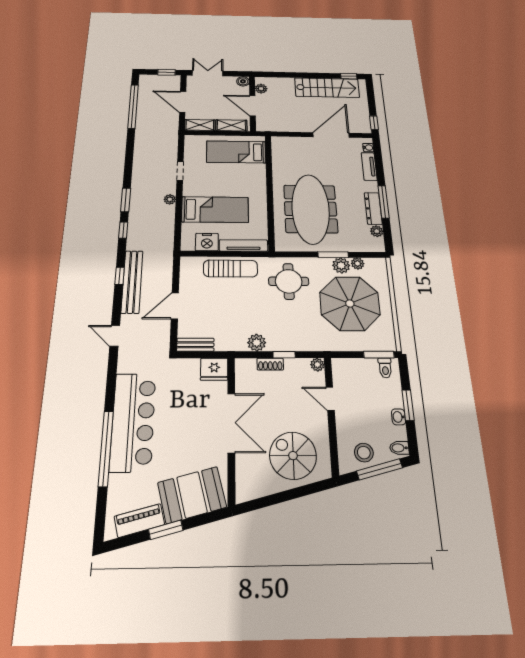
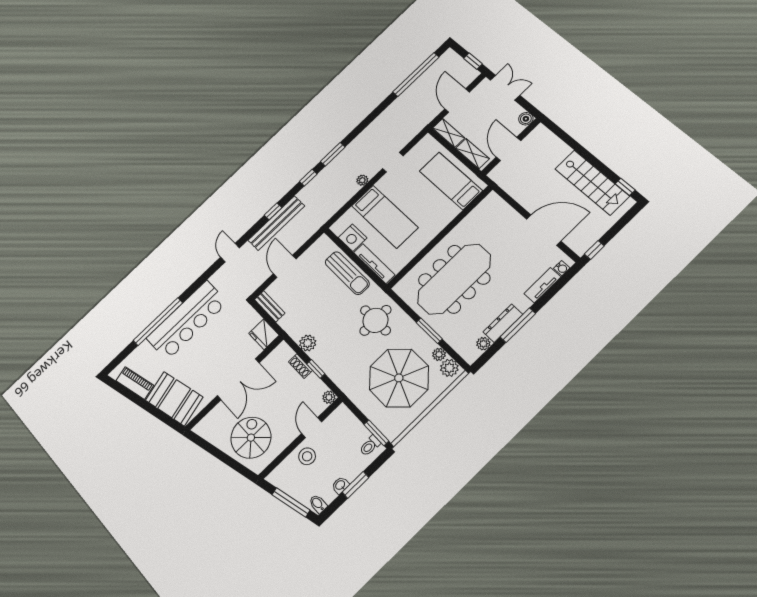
plant: (261, 89) -> (533, 138), removed
plant: (341, 265) -> (449, 368), moved
door: (175, 306) -> (285, 266), hinge flipped
stool: (364, 453) -> (307, 456), moved
window: (166, 530) -> (142, 403), removed

